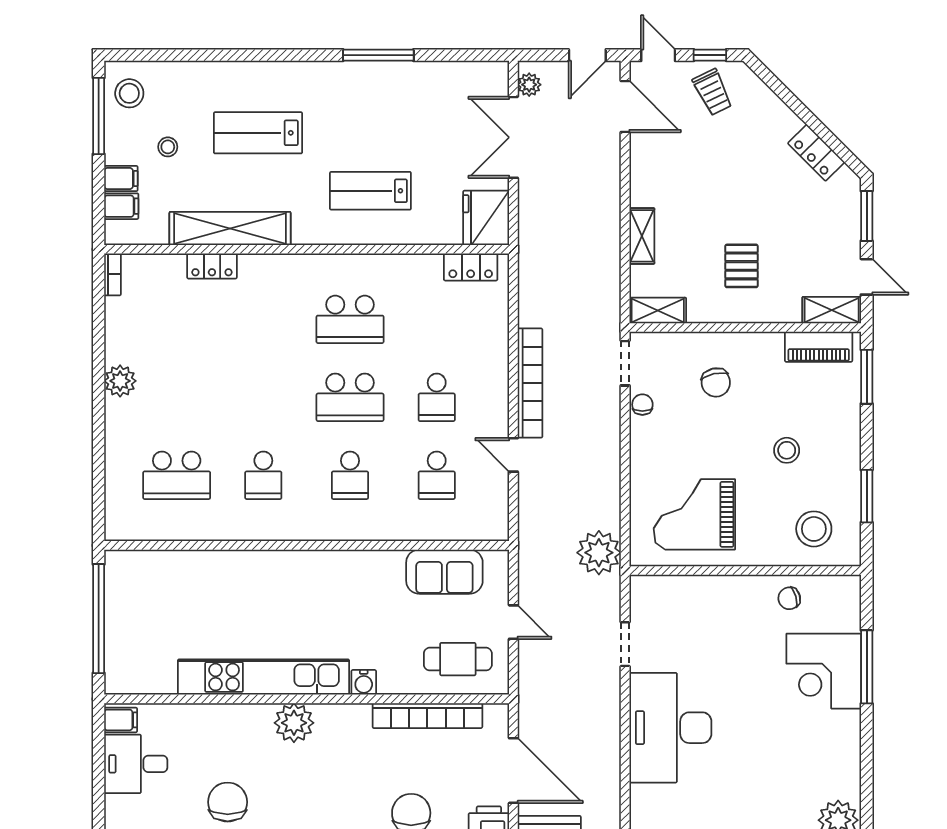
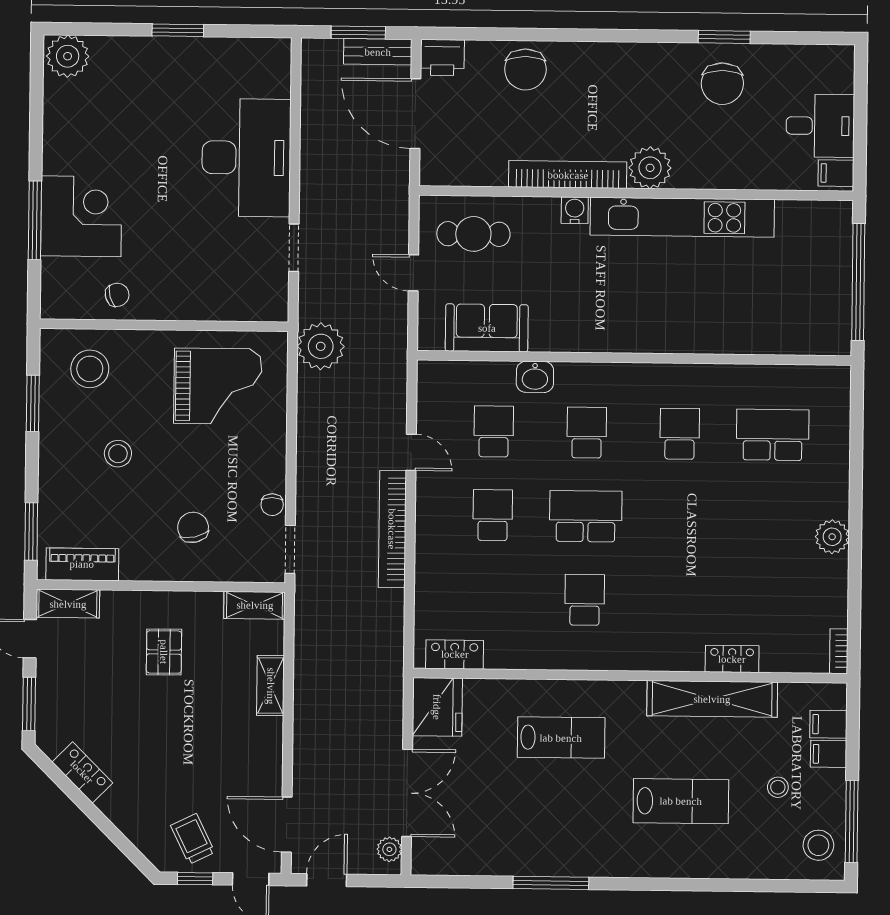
school desk: (350, 319) -> (585, 600), width x0.54
washbasin: (399, 527) -> (535, 377), added
bookcase: (427, 716) -> (568, 175), moved

